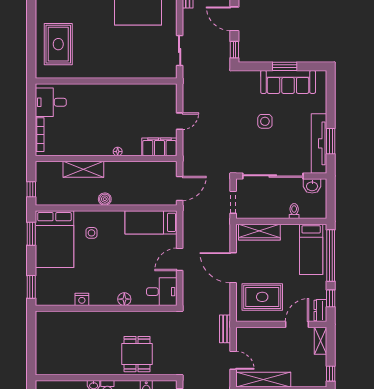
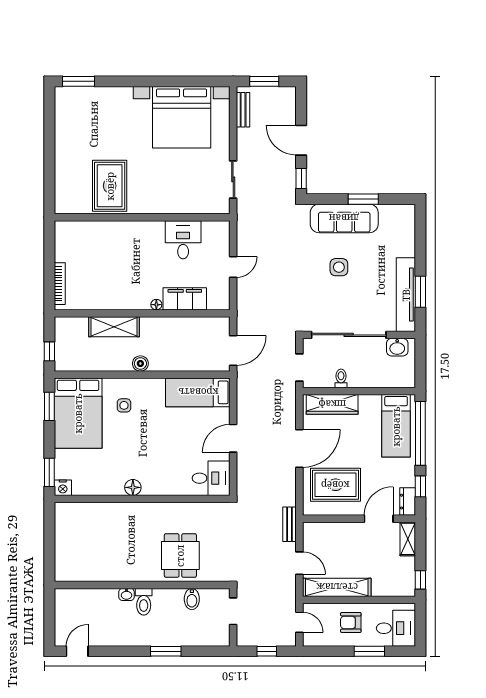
rug: (58, 44) -> (110, 186), moved
sofa: (288, 82) -> (344, 218), moved
desk: (51, 102) -> (183, 240), moved, turned 90
filing cabinet: (159, 147) -> (185, 299), moved
toilet: (294, 211) -> (341, 378), moved
door: (233, 268) -> (299, 449), swing flipped
nightstand: (82, 299) -> (63, 488), moved
floor lamp: (124, 299) -> (133, 487), moved

